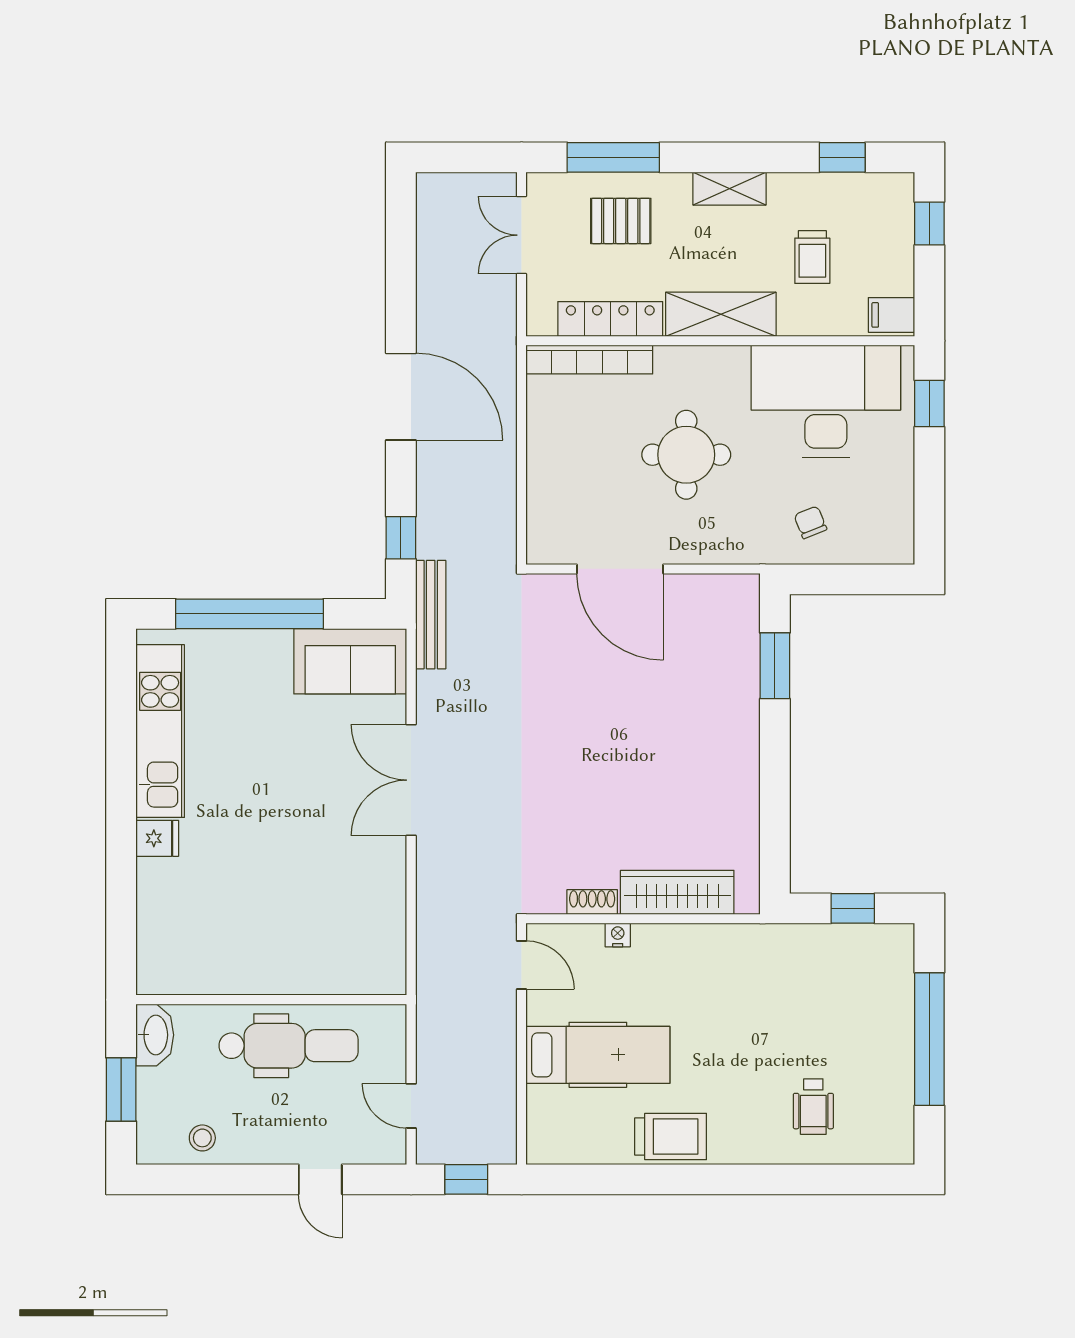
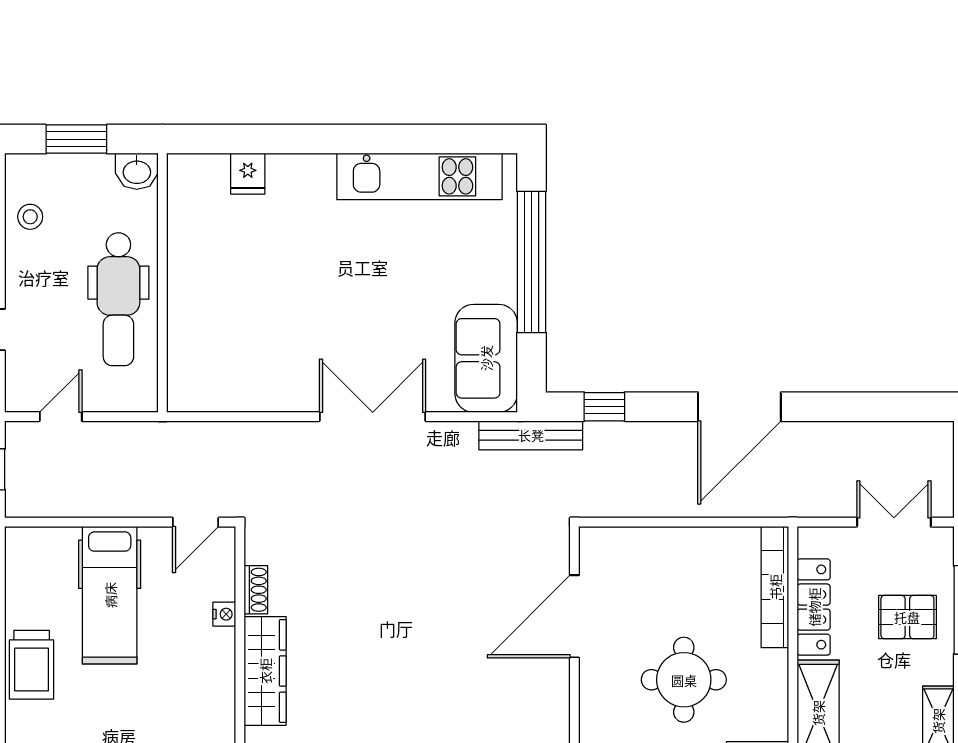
pallet: (621, 221) -> (907, 617), turned 90
fridge: (157, 838) -> (248, 174), moved
washbasin: (155, 1035) -> (137, 171), width x0.72

